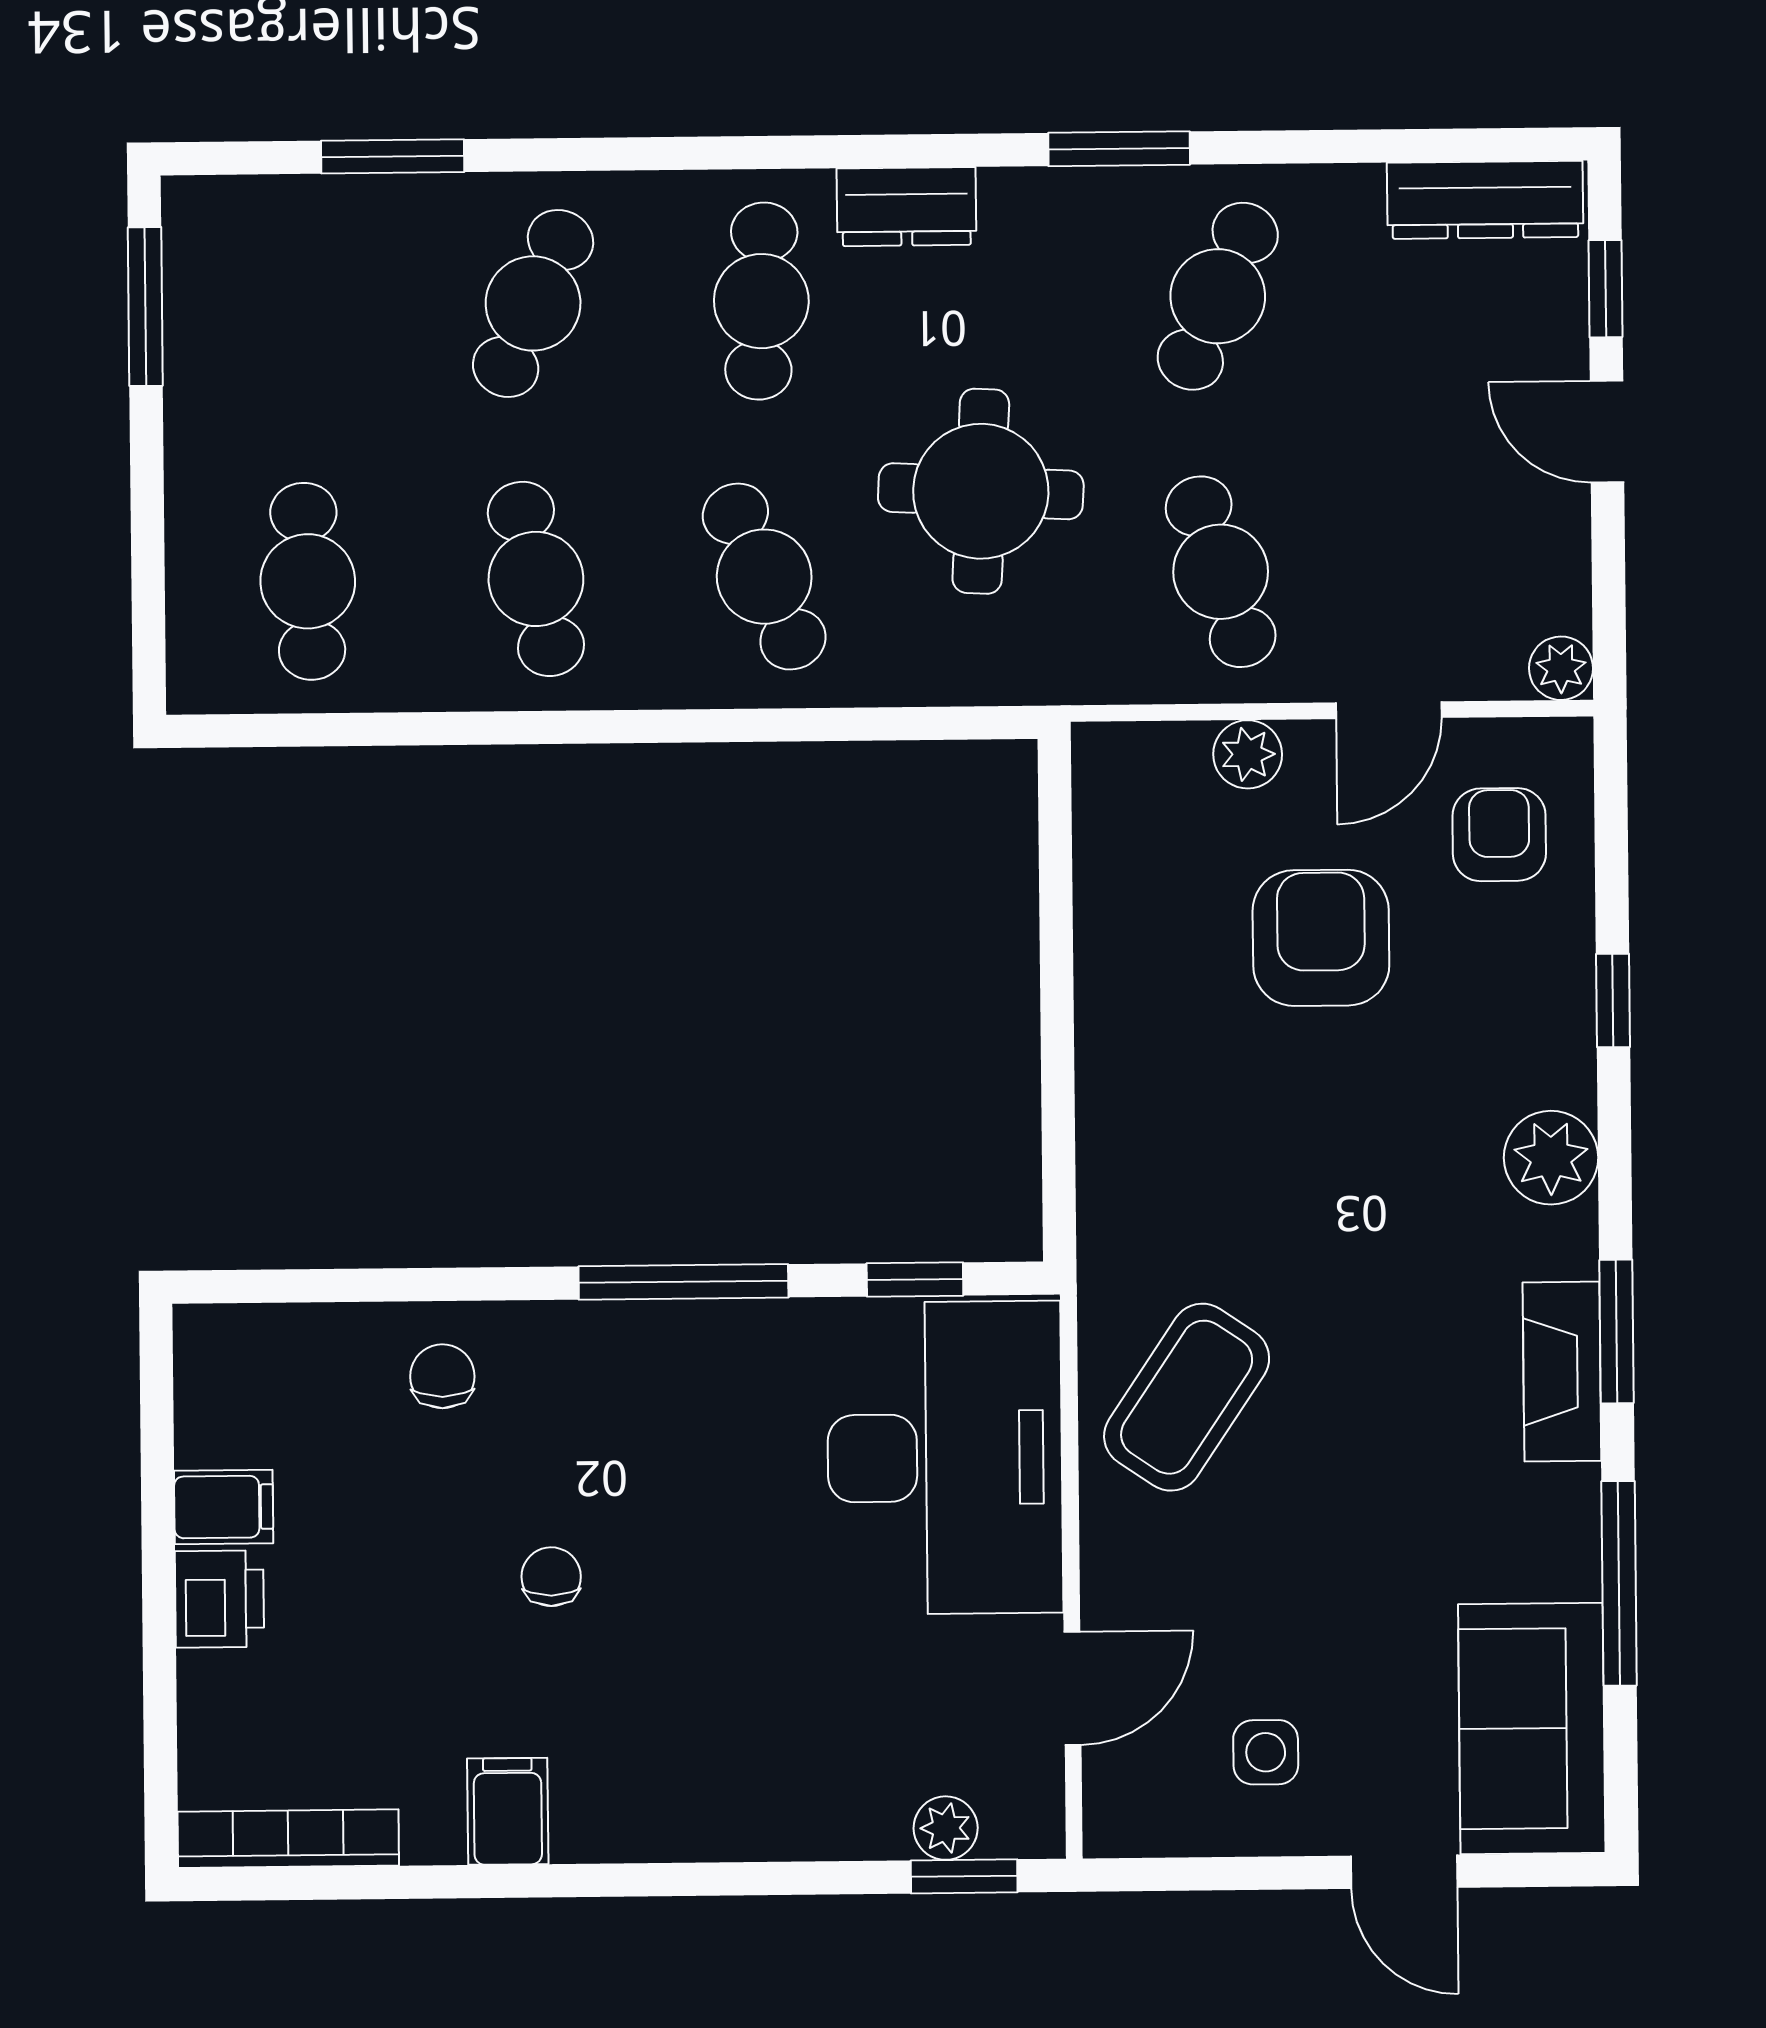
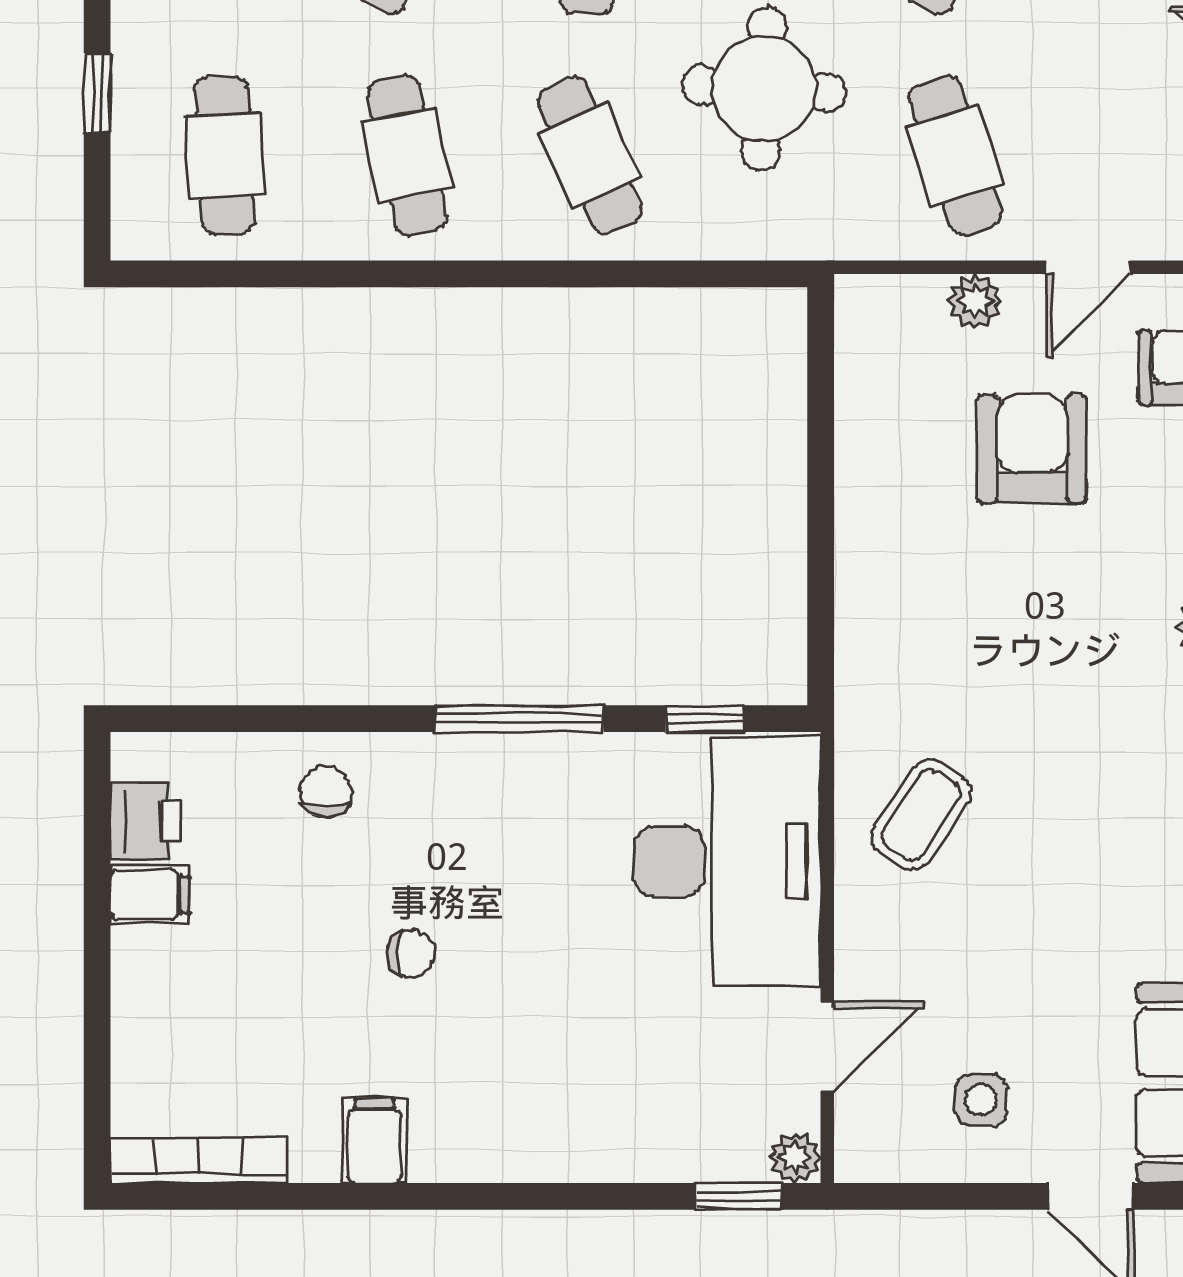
window: (147, 505) -> (97, 93), added
coffee table: (1187, 1397) -> (921, 815), width x0.73, depth x0.77
chair: (551, 1577) -> (411, 953), turned 90
printer: (219, 1599) -> (146, 821), moved
plant: (946, 1828) -> (795, 1158), moved

